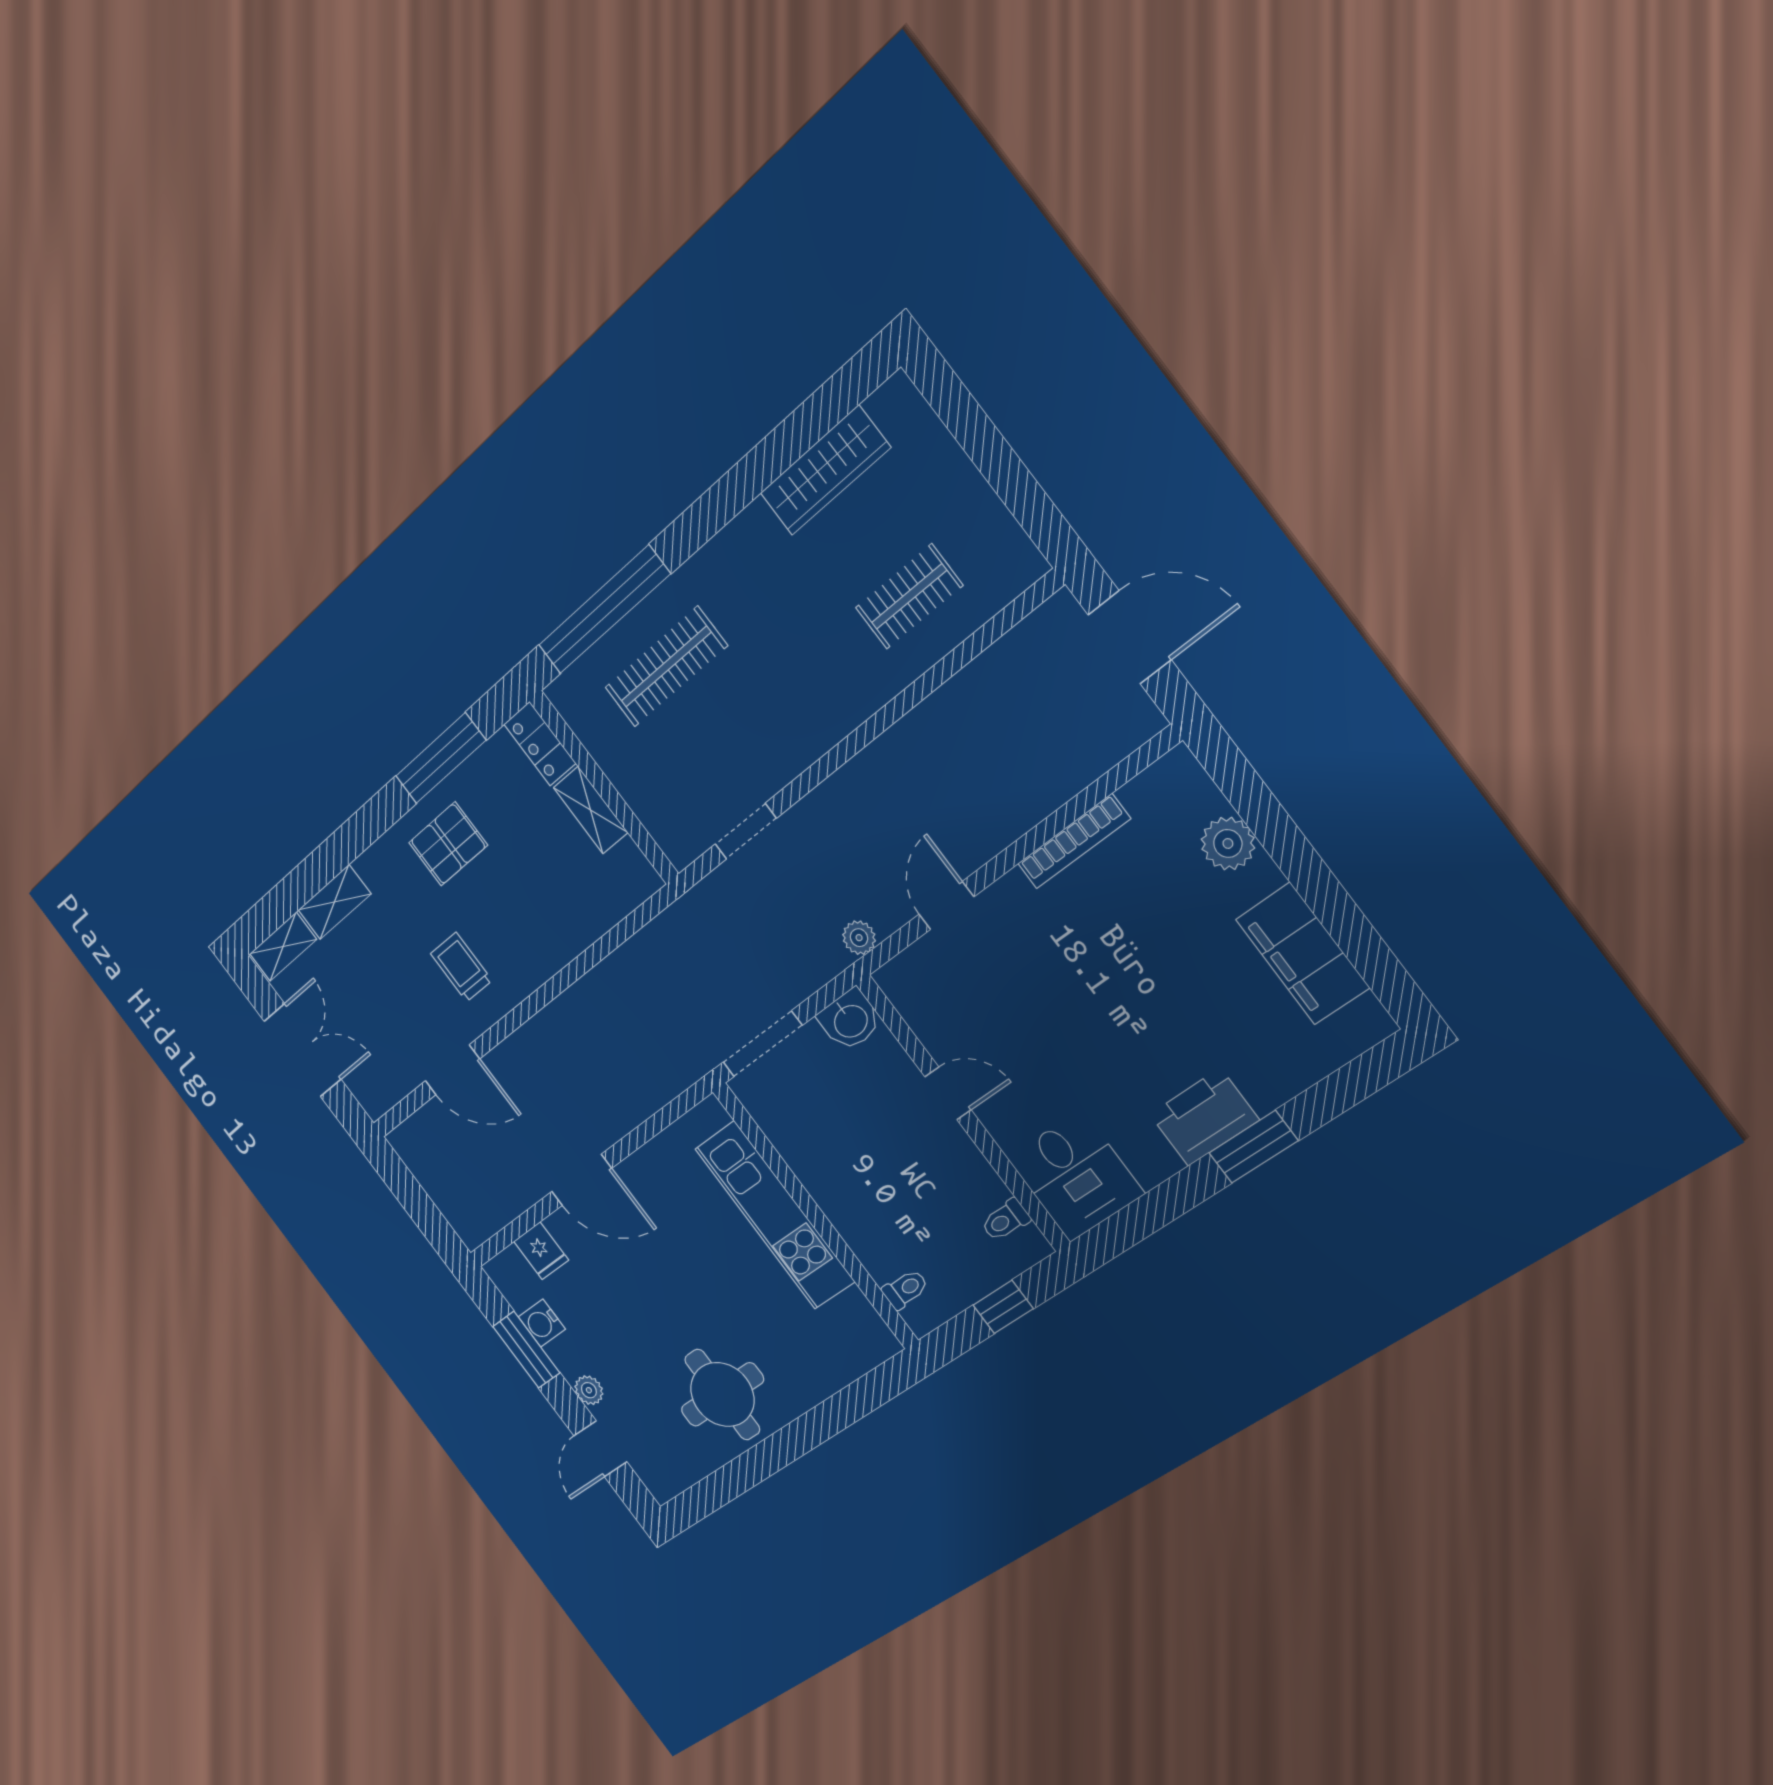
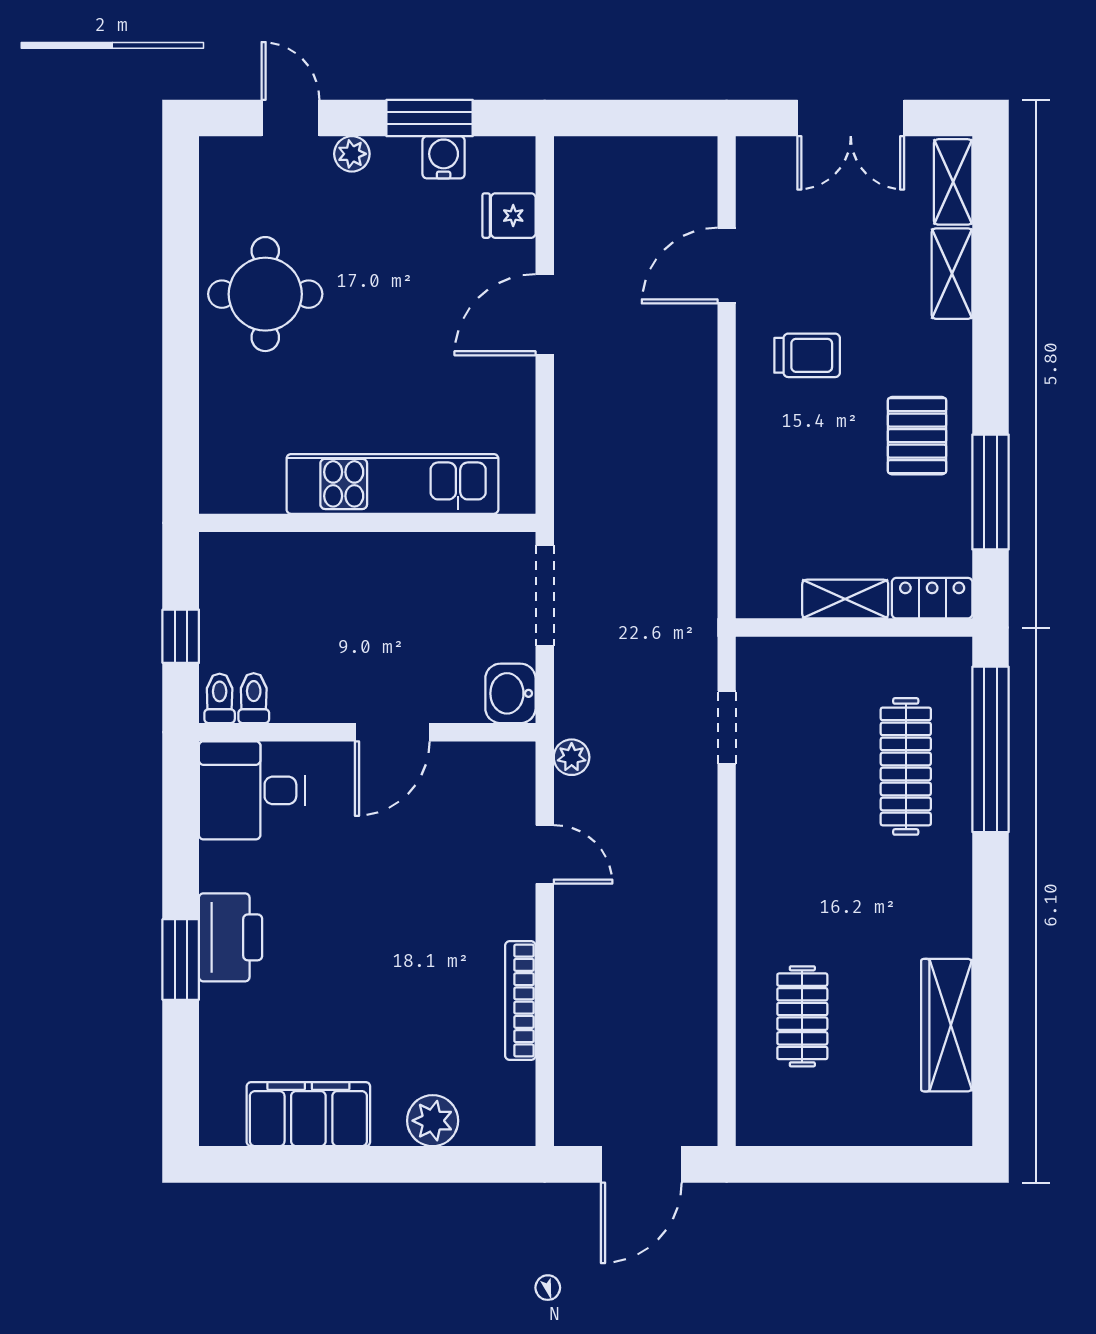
door: (948, 1093) -> (392, 732), width x1.38
toilet: (905, 1289) -> (220, 698), moved, turned 180

